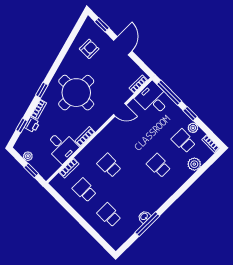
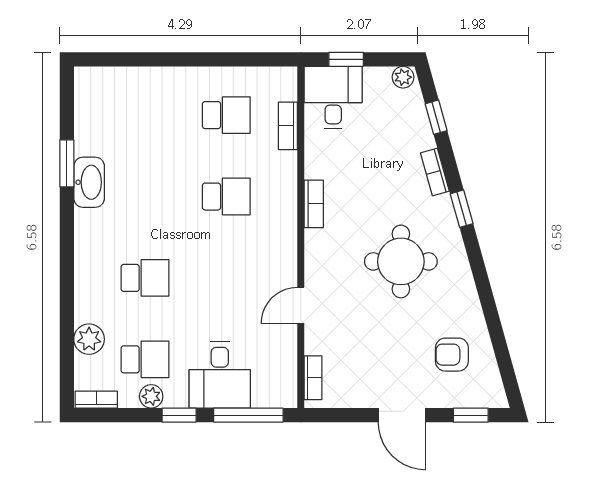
armchair: (89, 49) -> (452, 355), turned 90
round table: (76, 93) -> (401, 261), width x0.73, depth x0.73
desk: (153, 99) -> (220, 375), moved, turned 90
printer: (32, 125) -> (420, 136), removed
desk: (62, 147) -> (333, 98), moved, turned 90
plant: (28, 156) -> (403, 77), moved
school desk: (109, 215) -> (145, 115), removed
washbasin: (144, 217) -> (89, 182), width x1.91, depth x1.45
window: (147, 224) -> (67, 163), width x0.69

